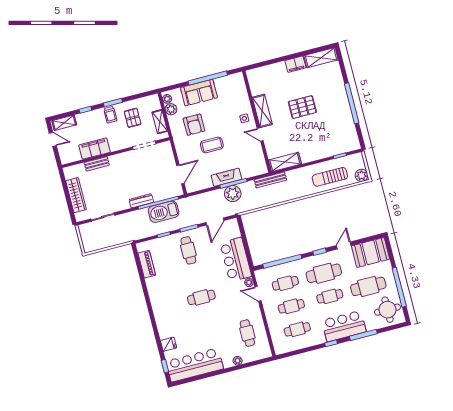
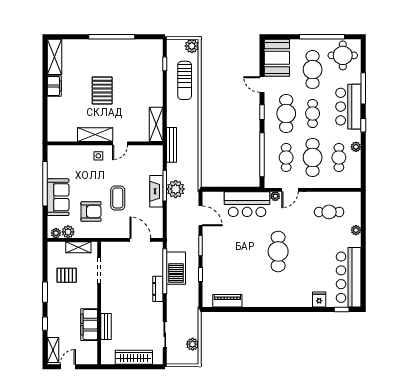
trolley: (110, 115) -> (57, 298), removed
plant: (101, 244) -> (193, 344), added
cafe table: (188, 250) -> (224, 252), removed
cafe table: (201, 297) -> (278, 251), width x1.37, depth x1.35
cafe table: (291, 306) -> (313, 157), width x1.37, depth x1.35
plant: (310, 342) -> (356, 147), added

